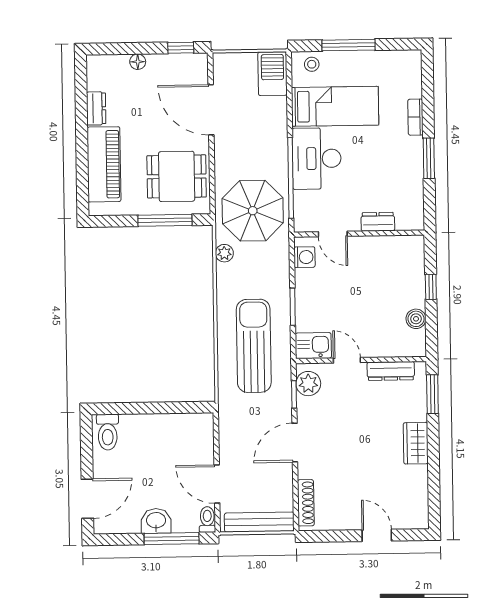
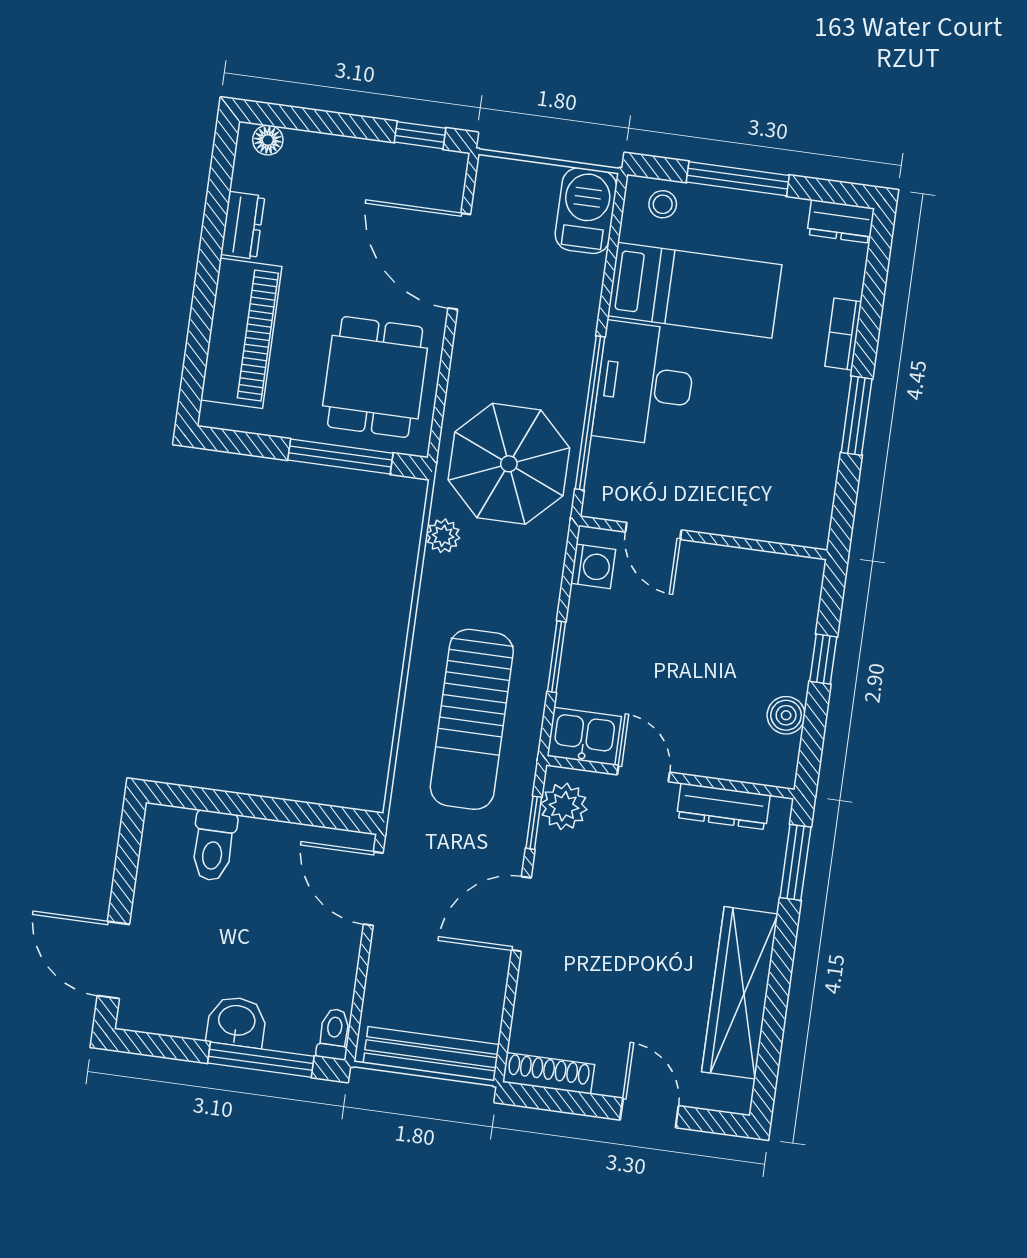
floor lamp: (138, 62) -> (268, 140), moved
dining table: (177, 176) -> (375, 377), turned 90
dresser: (378, 222) -> (841, 221), moved, turned 180
sun lounger: (254, 346) -> (472, 719), turned 180
toilet: (108, 432) -> (213, 846), moved
wardrobe: (416, 443) -> (740, 993), width x2.10, depth x1.17
door: (217, 484) -> (373, 889), moved
door: (87, 499) -> (113, 960), swing flipped
shoe rack: (306, 503) -> (548, 1073), moved, turned -90

